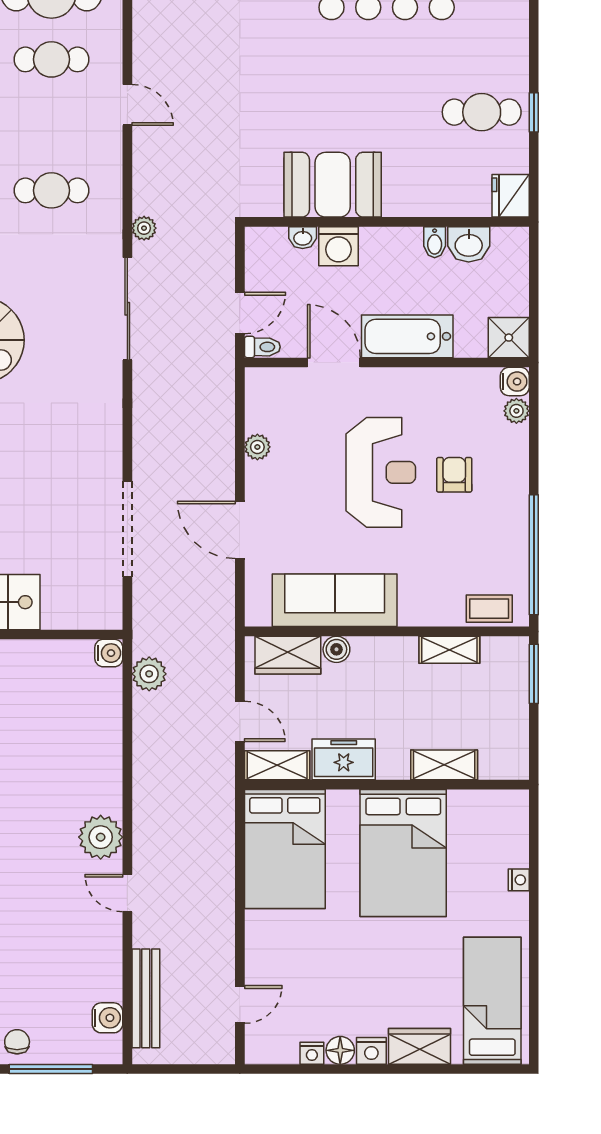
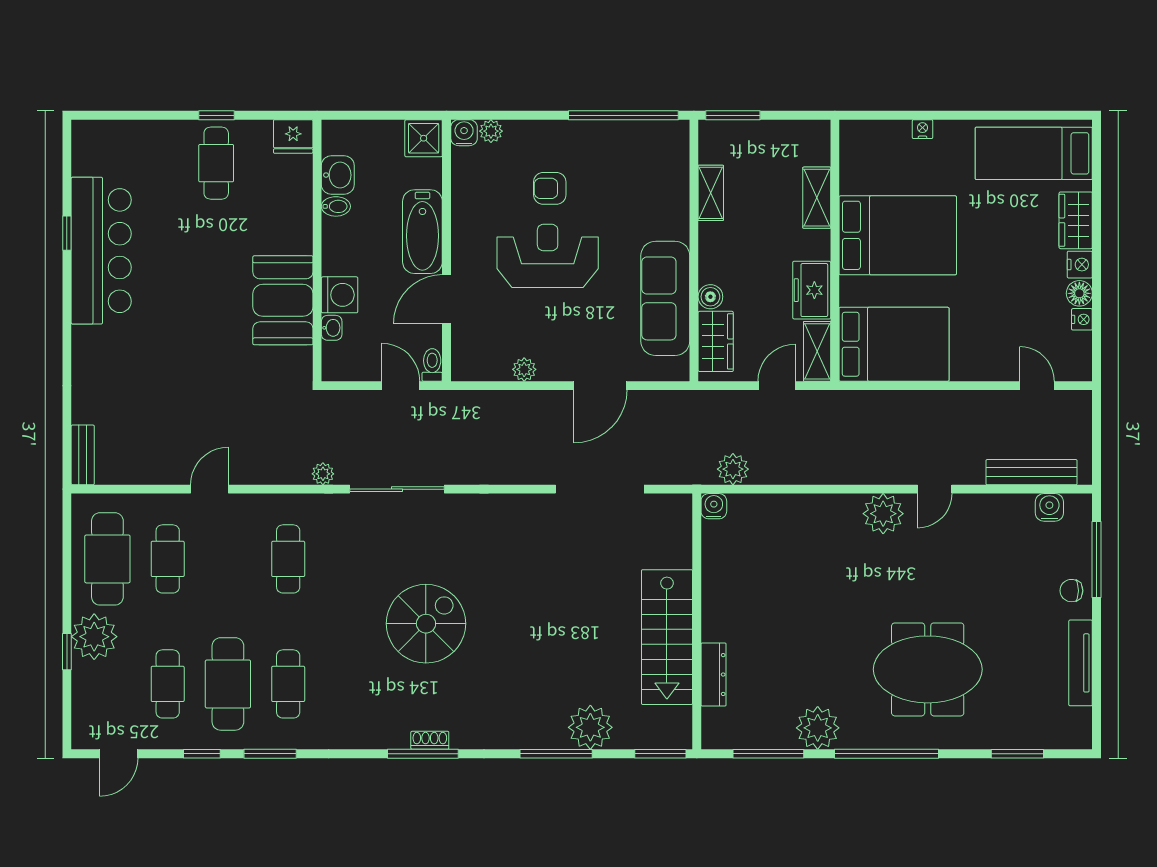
coffee table: (489, 609) -> (673, 156), removed

